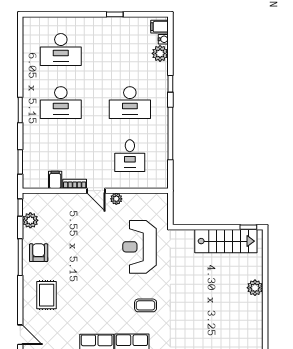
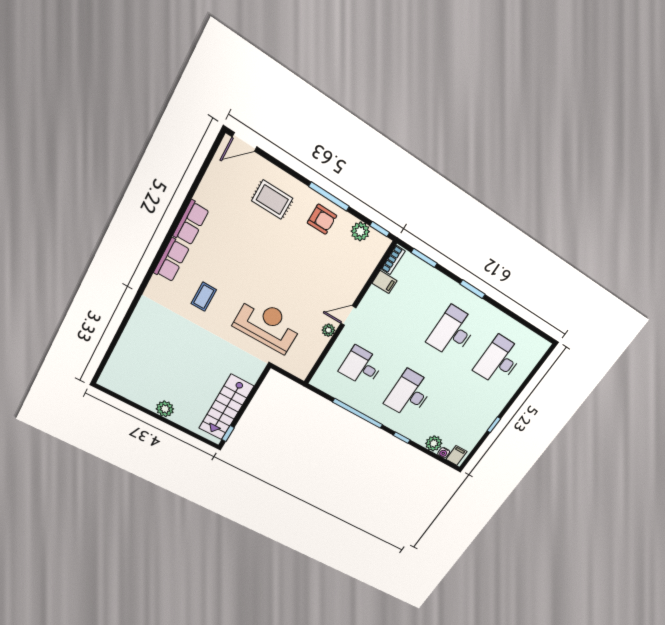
bookcase: (75, 184) -> (393, 260), moved

